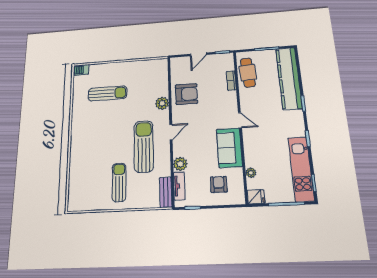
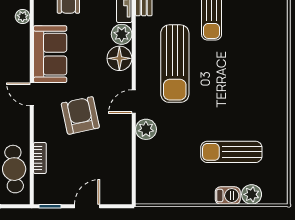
plant: (96, 69) -> (252, 194), added
barbecue: (81, 70) -> (228, 196), moved
armchair: (186, 94) -> (80, 115), moved, turned 78
door: (171, 132) -> (134, 102), moved
floor lamp: (181, 148) -> (119, 58), added

